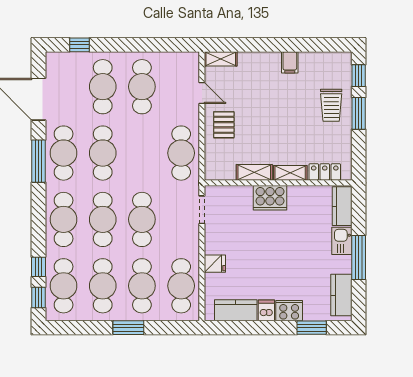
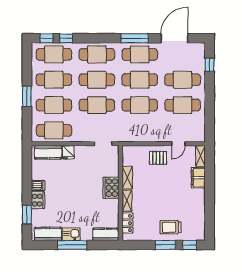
filing cabinet: (290, 62) -> (198, 178), moved, width x2.00
cafe table: (181, 153) -> (140, 105), moved
kitchen sink: (342, 241) -> (71, 234), moved
kitchen counter: (236, 310) -> (48, 152), moved, turned 90

